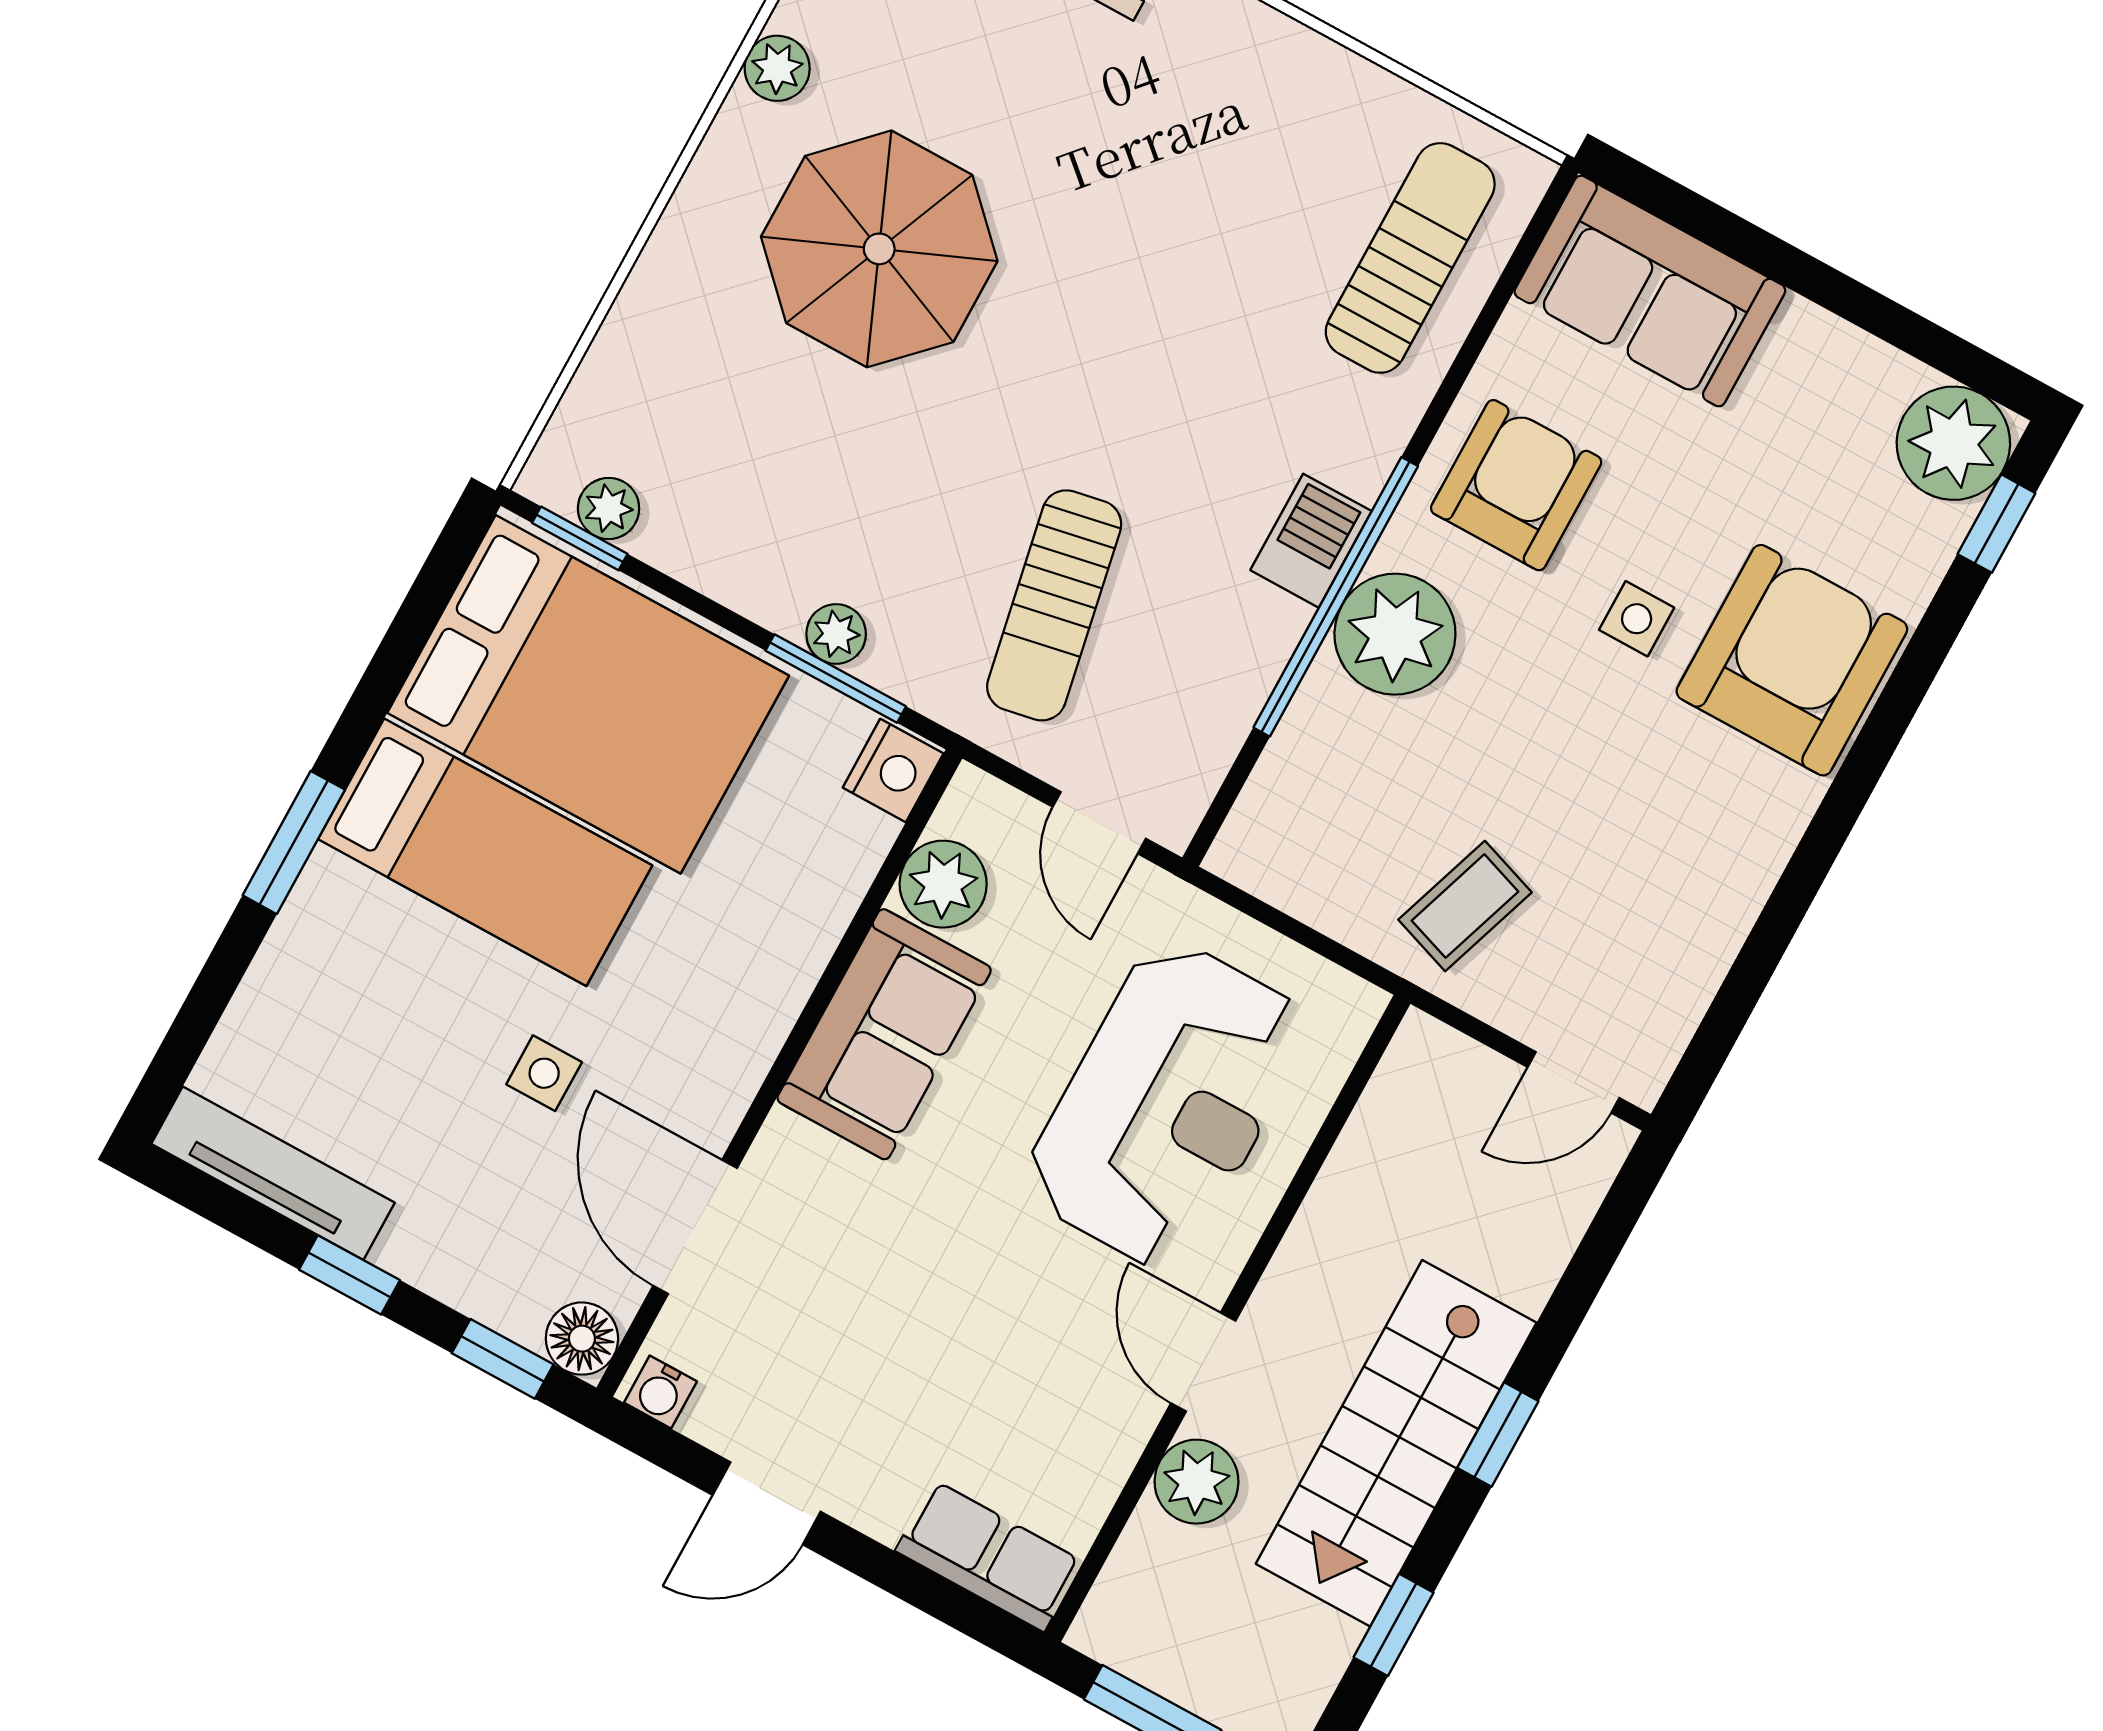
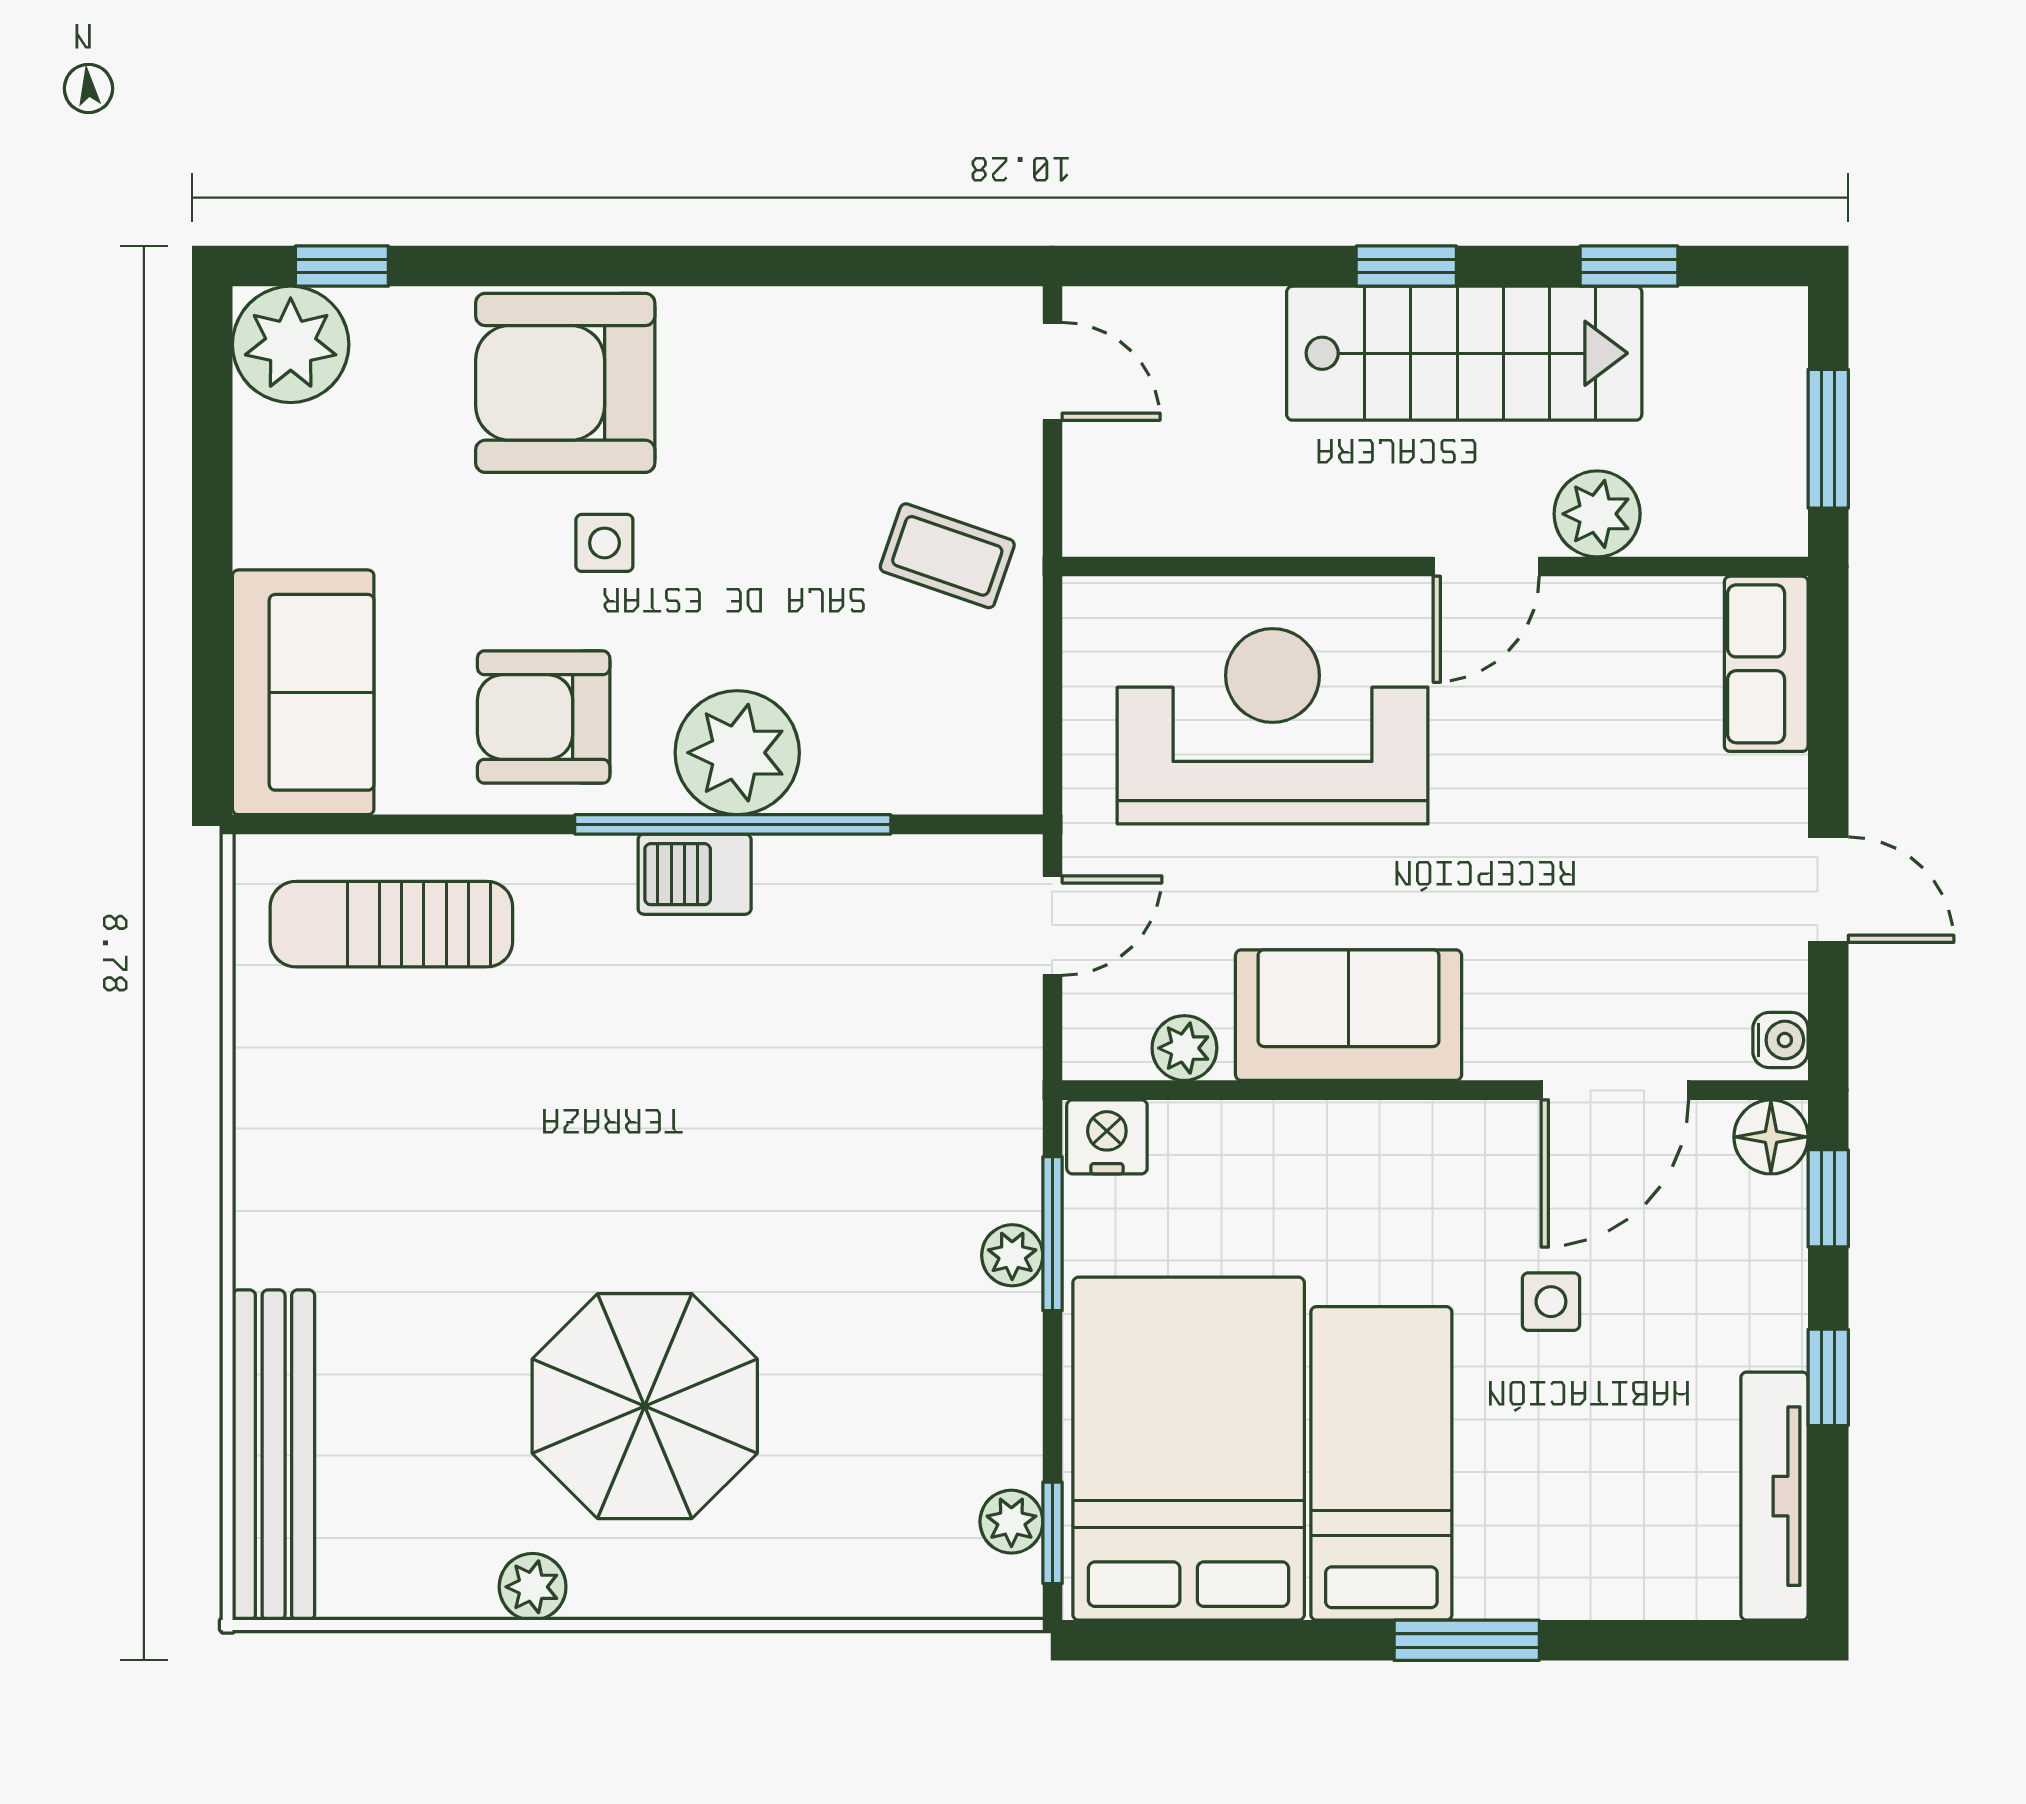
sun lounger: (1054, 605) -> (879, 1073), removed
plant: (943, 884) -> (1184, 1048), width x0.73, depth x0.73

